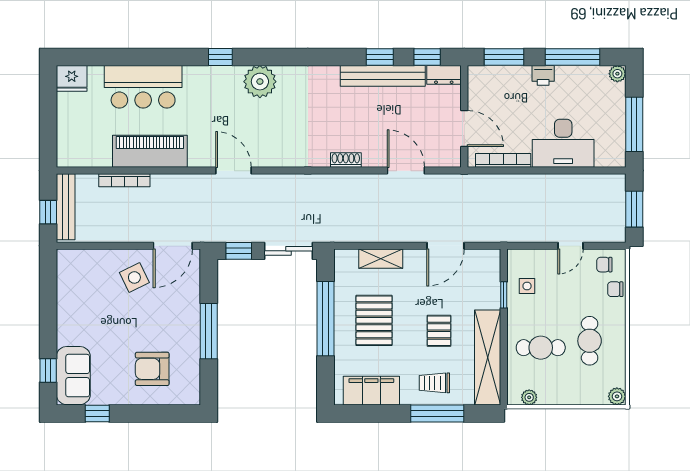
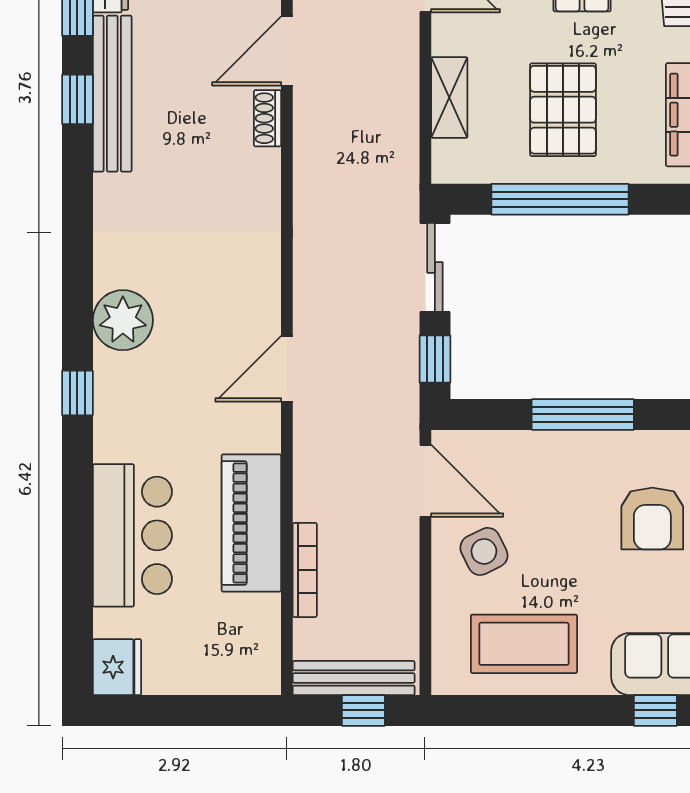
shoe rack: (346, 160) -> (268, 118), moved
coffee table: (84, 299) -> (524, 644), added
pallet: (374, 320) -> (563, 110), turned 90

